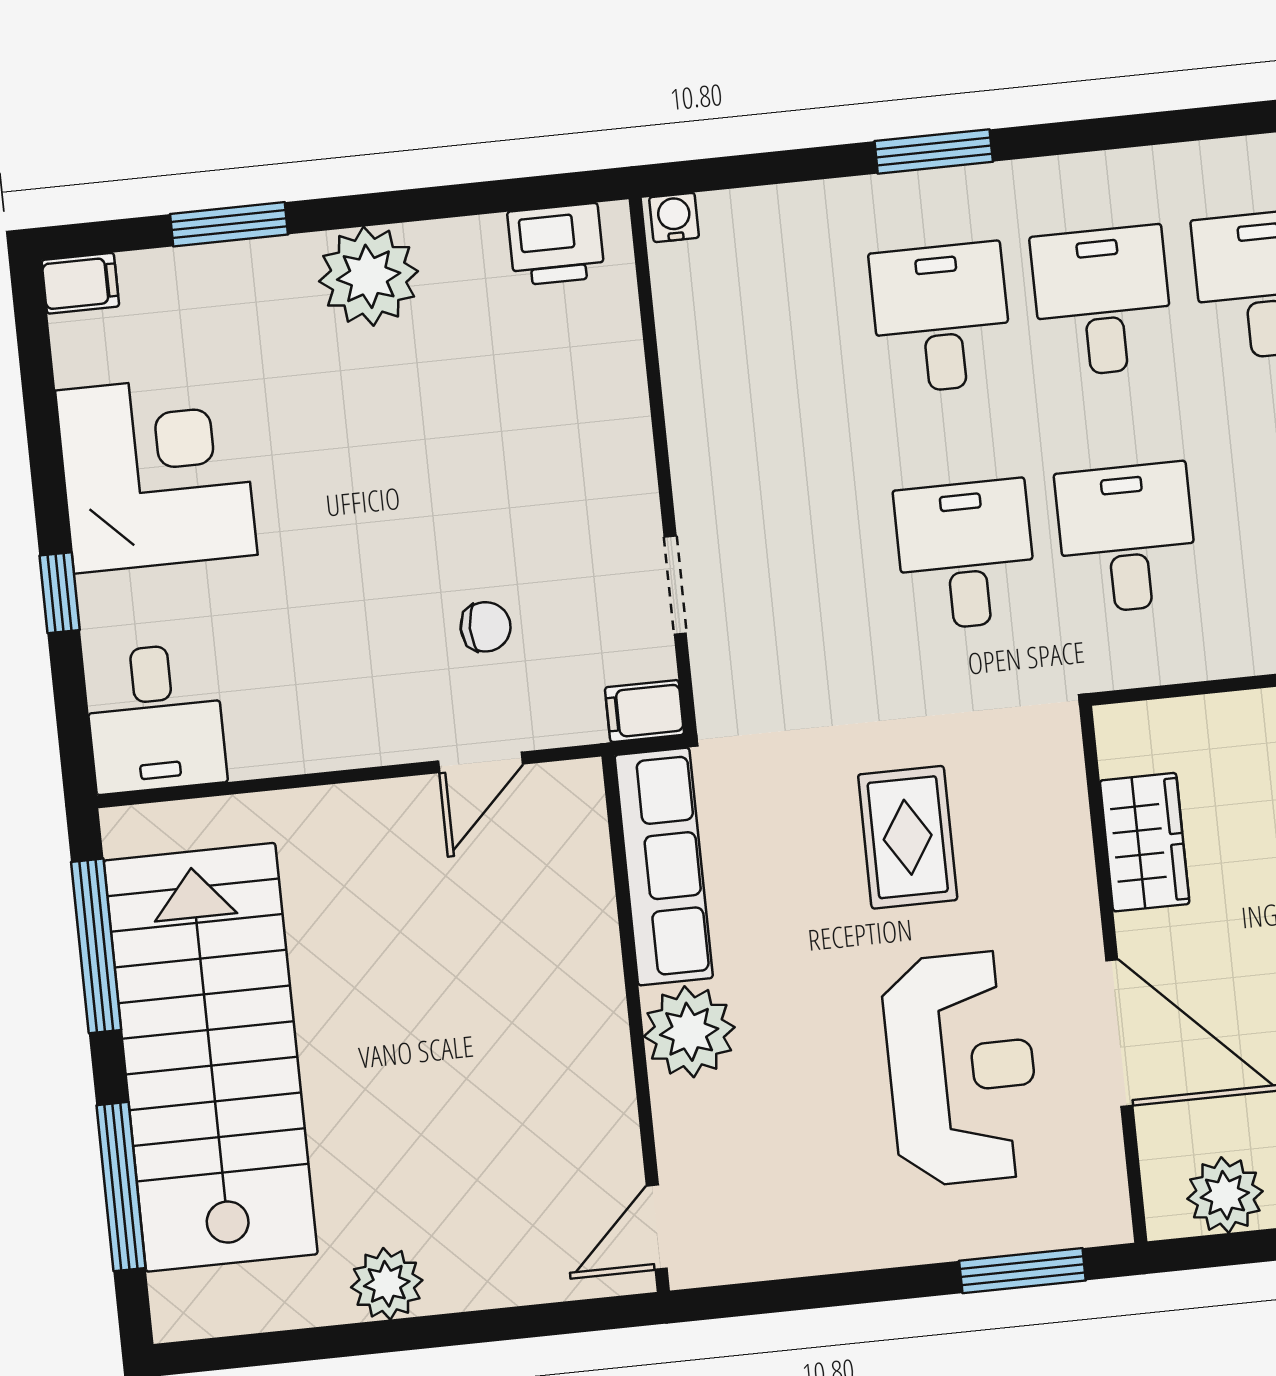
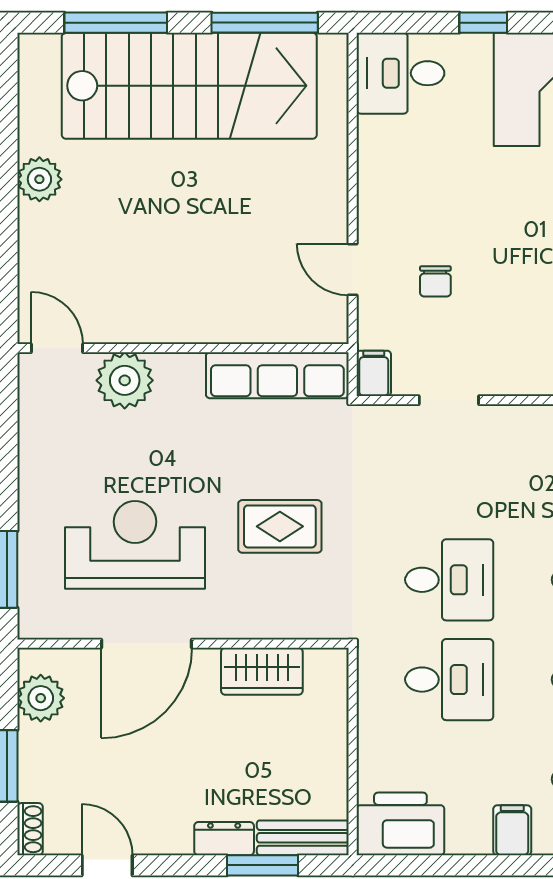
plant: (689, 1032) -> (125, 380), moved
reception desk: (962, 1068) -> (135, 545), turned 180

